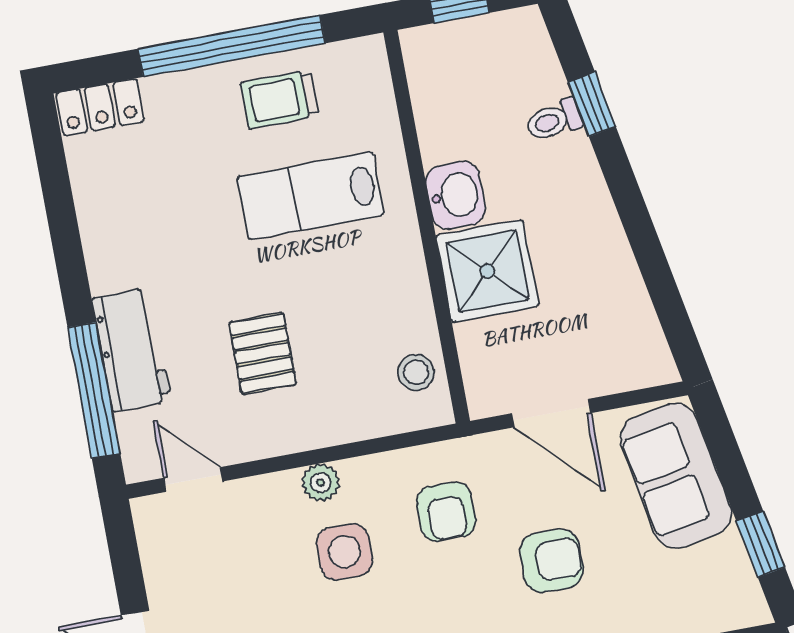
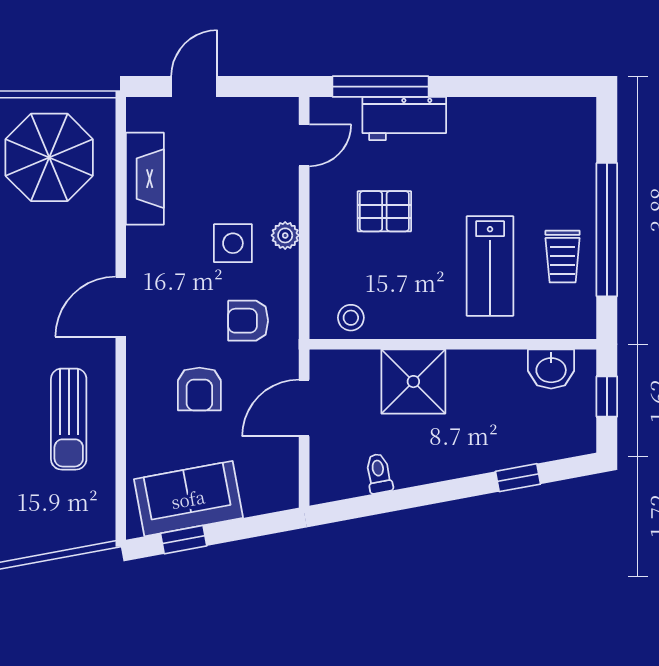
trolley: (279, 99) -> (563, 257), turned 180
locker: (100, 107) -> (581, 128), removed
toilet: (554, 120) -> (379, 473), moved
washbasin: (456, 195) -> (551, 369), moved
lab bench: (311, 196) -> (490, 266), turned 180
sofa: (676, 476) -> (188, 499), moved

